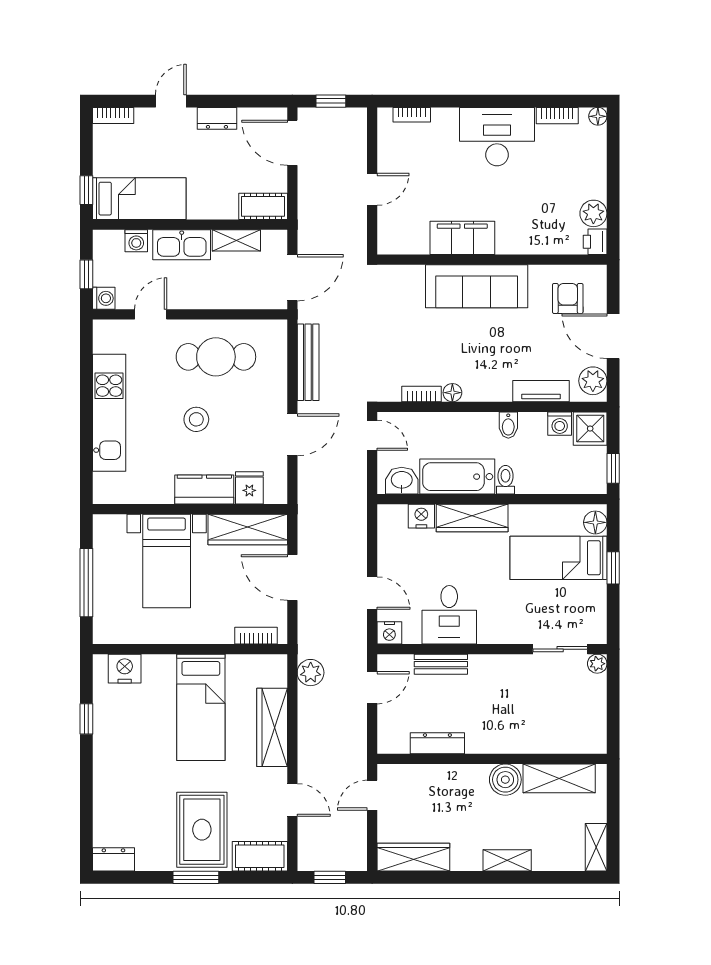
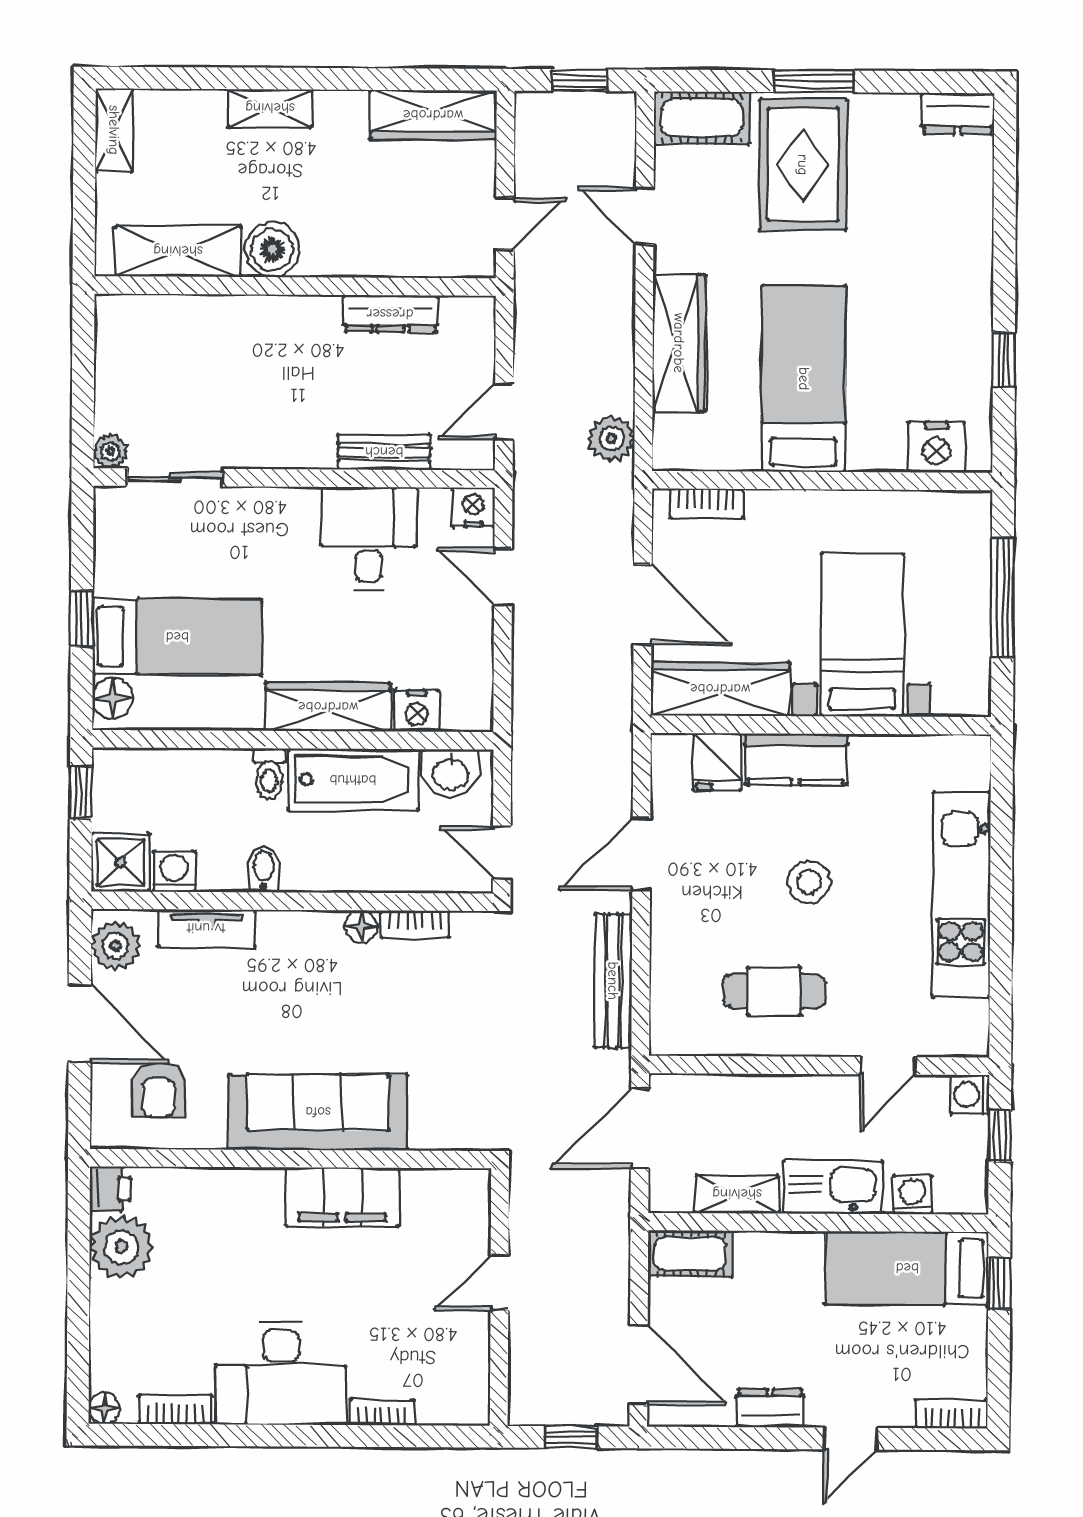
bookcase: (412, 115) -> (382, 1412), moved
plant: (593, 213) -> (121, 1247), width x1.36, depth x1.36
cafe table: (216, 357) -> (774, 991), width x0.73, depth x0.74

